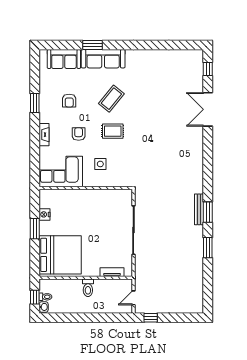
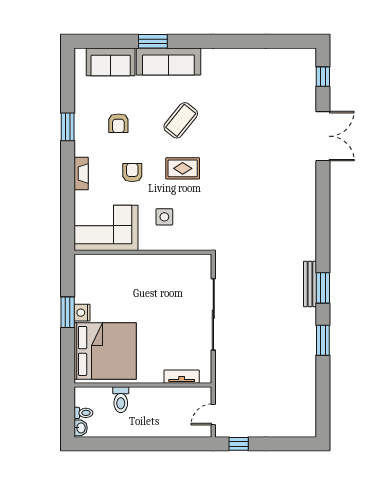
double door: (208, 109) -> (323, 136), swing flipped
nightstand: (45, 214) -> (82, 313), moved
toilet: (88, 288) -> (121, 400), moved
window: (35, 297) -> (68, 414), removed

